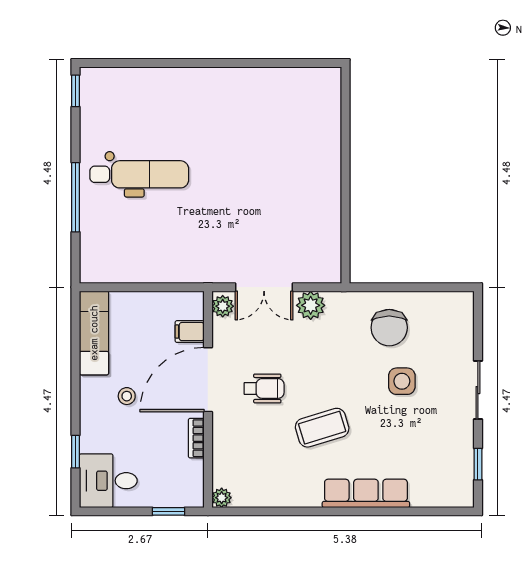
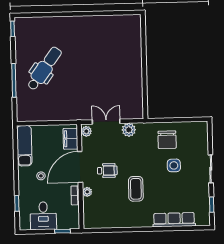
dental chair: (139, 174) -> (44, 68), turned -54
double door: (264, 287) -> (106, 122), swing flipped
filing cabinet: (190, 332) -> (70, 139), width x2.00
coffee table: (322, 428) -> (136, 189), turned -73
desk: (108, 481) -> (43, 216), moved, turned -90
row of seats: (366, 493) -> (174, 220), moved
plant: (222, 498) -> (87, 192), moved

